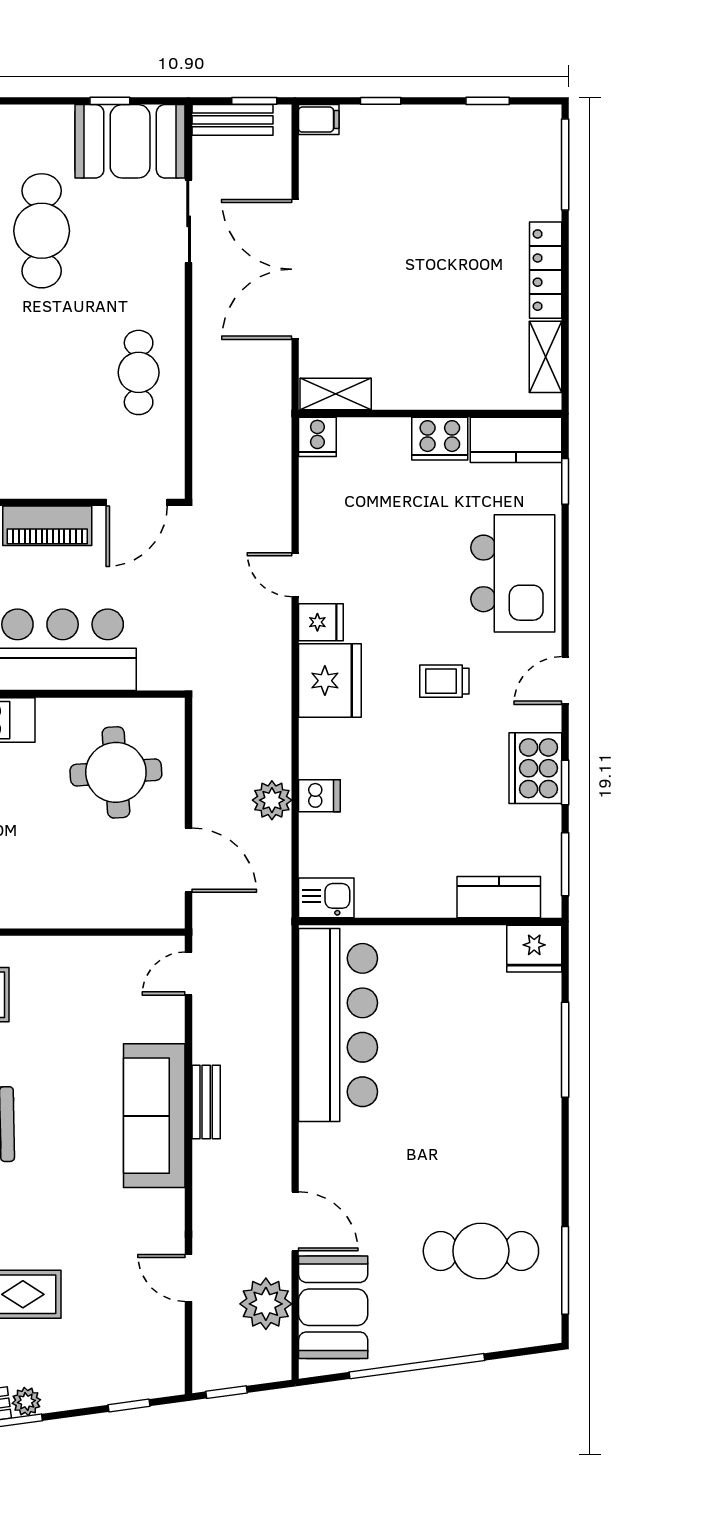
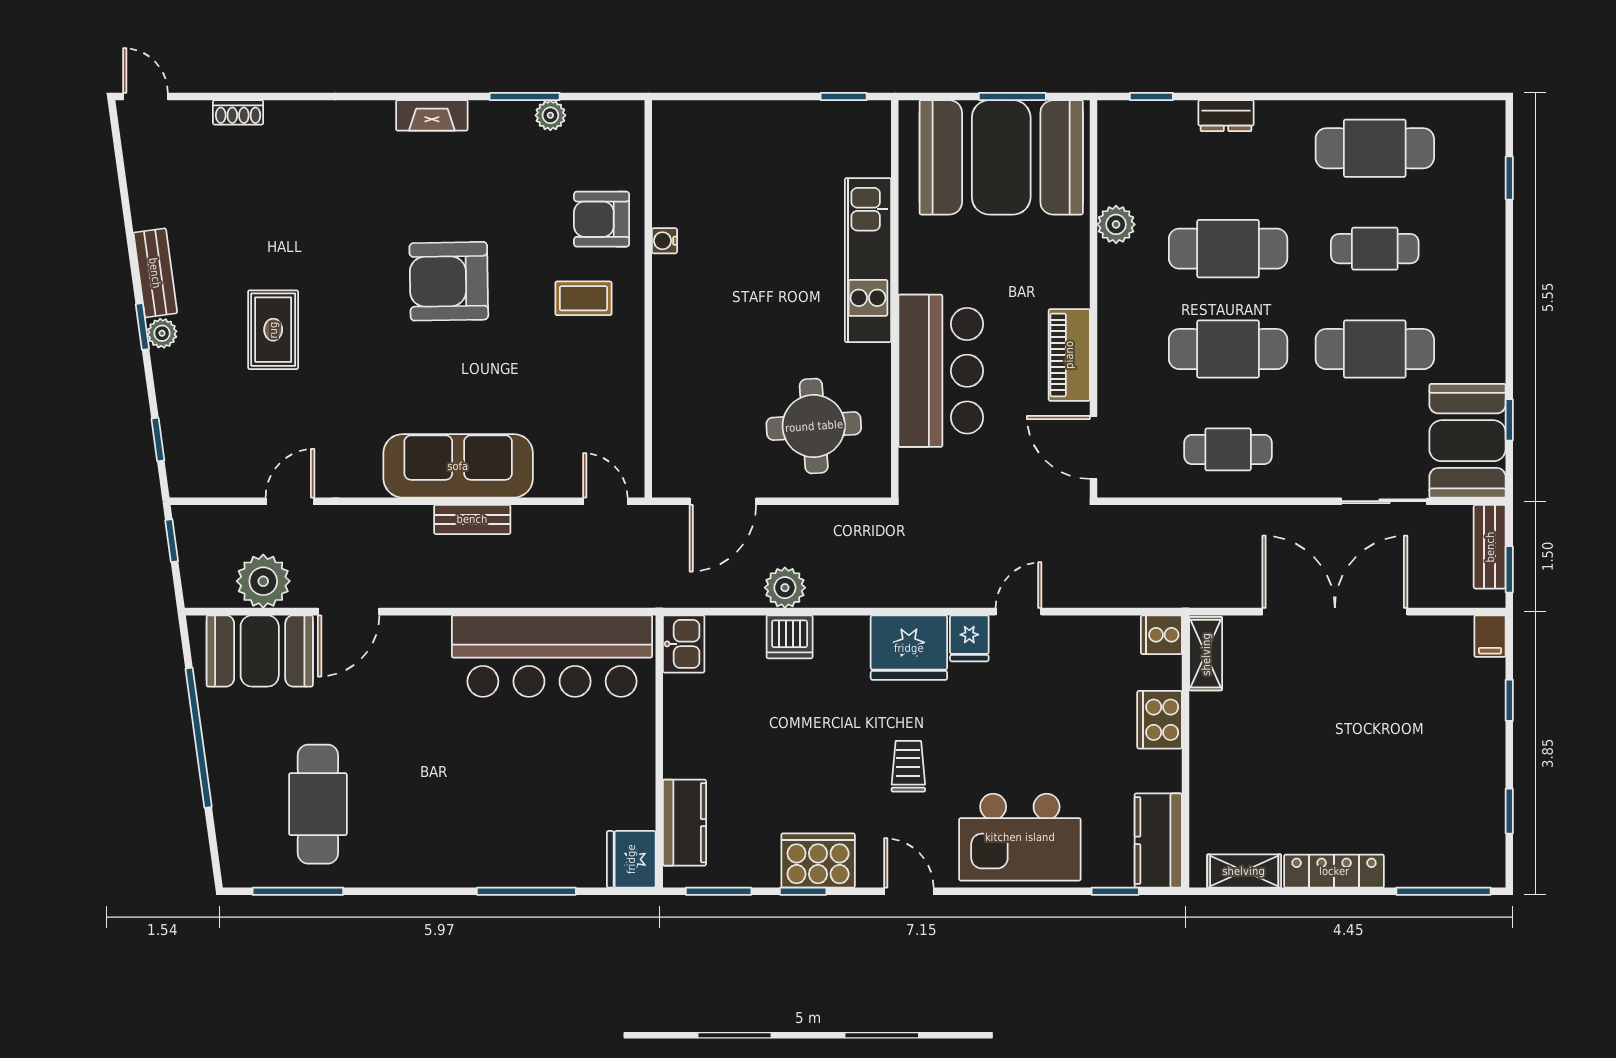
cafe table: (42, 372) -> (1228, 349), added
cooker: (440, 439) -> (1159, 720), moved
dishwasher: (319, 796) -> (790, 637), width x1.38

